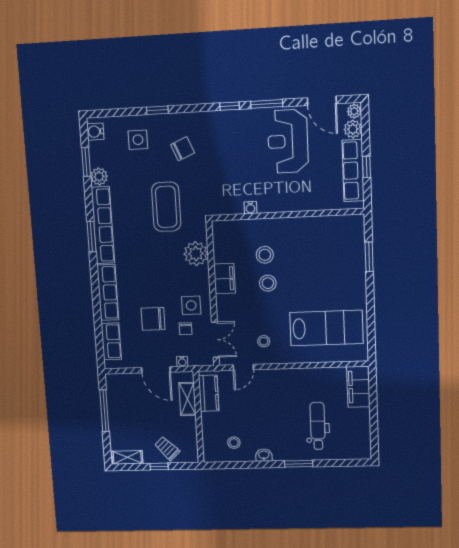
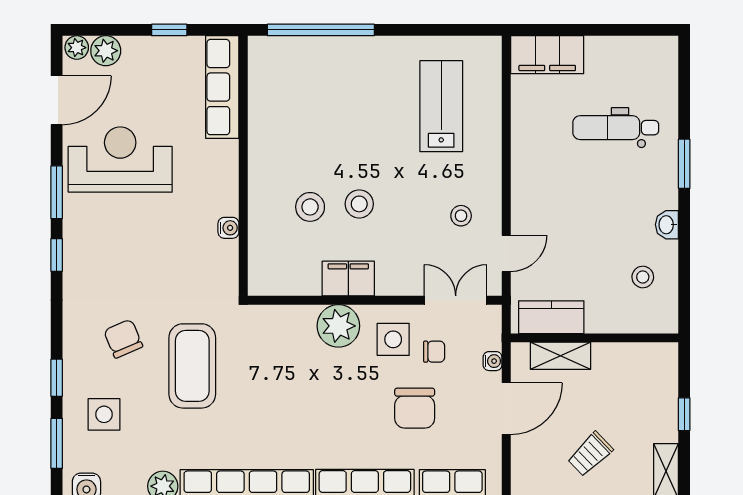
window: (119, 112) -> (57, 443), added
reception desk: (288, 141) -> (120, 160), turned 180
row of seats: (353, 171) -> (222, 87), moved, turned 90
coffee table: (166, 207) -> (192, 366), moved, turned 90
plant: (196, 254) -> (338, 326), moved
window: (369, 257) -> (321, 30), width x2.11
lab bench: (326, 328) -> (441, 106), width x0.73, depth x0.72
door: (243, 367) -> (506, 253), hinge flipped
trolley: (167, 448) -> (590, 454), moved

